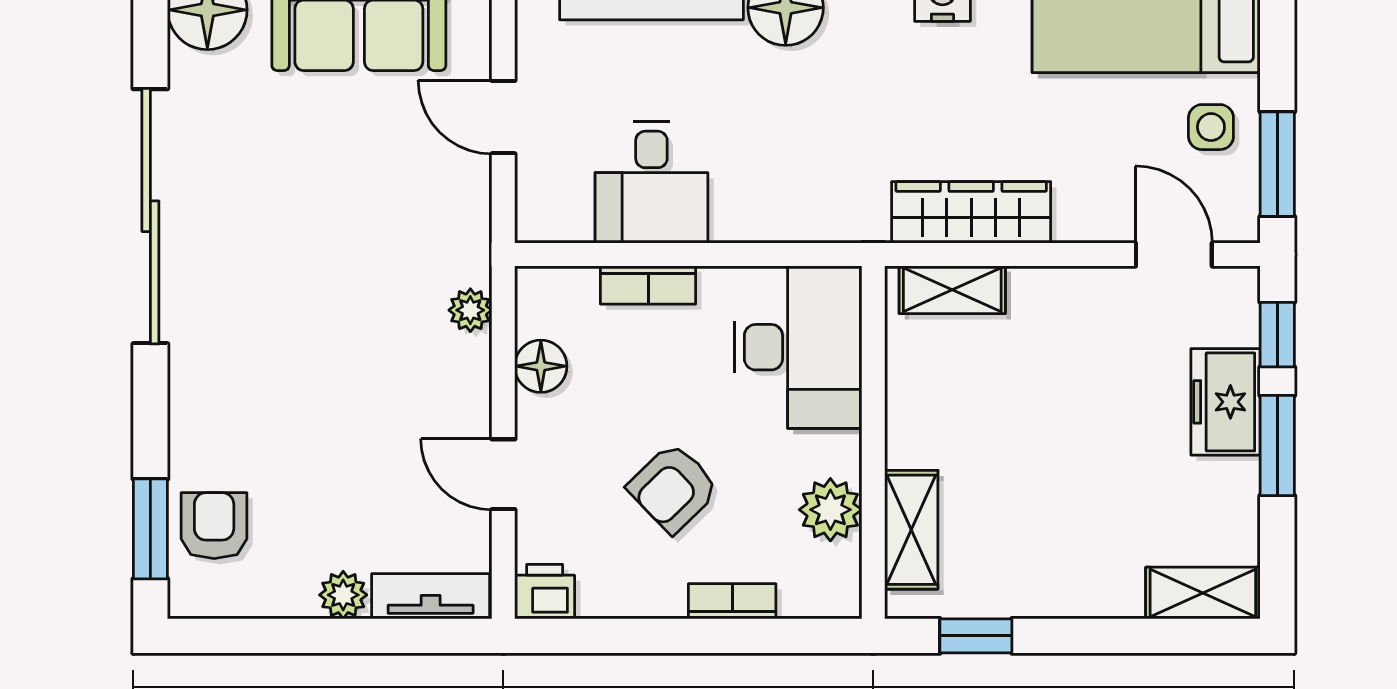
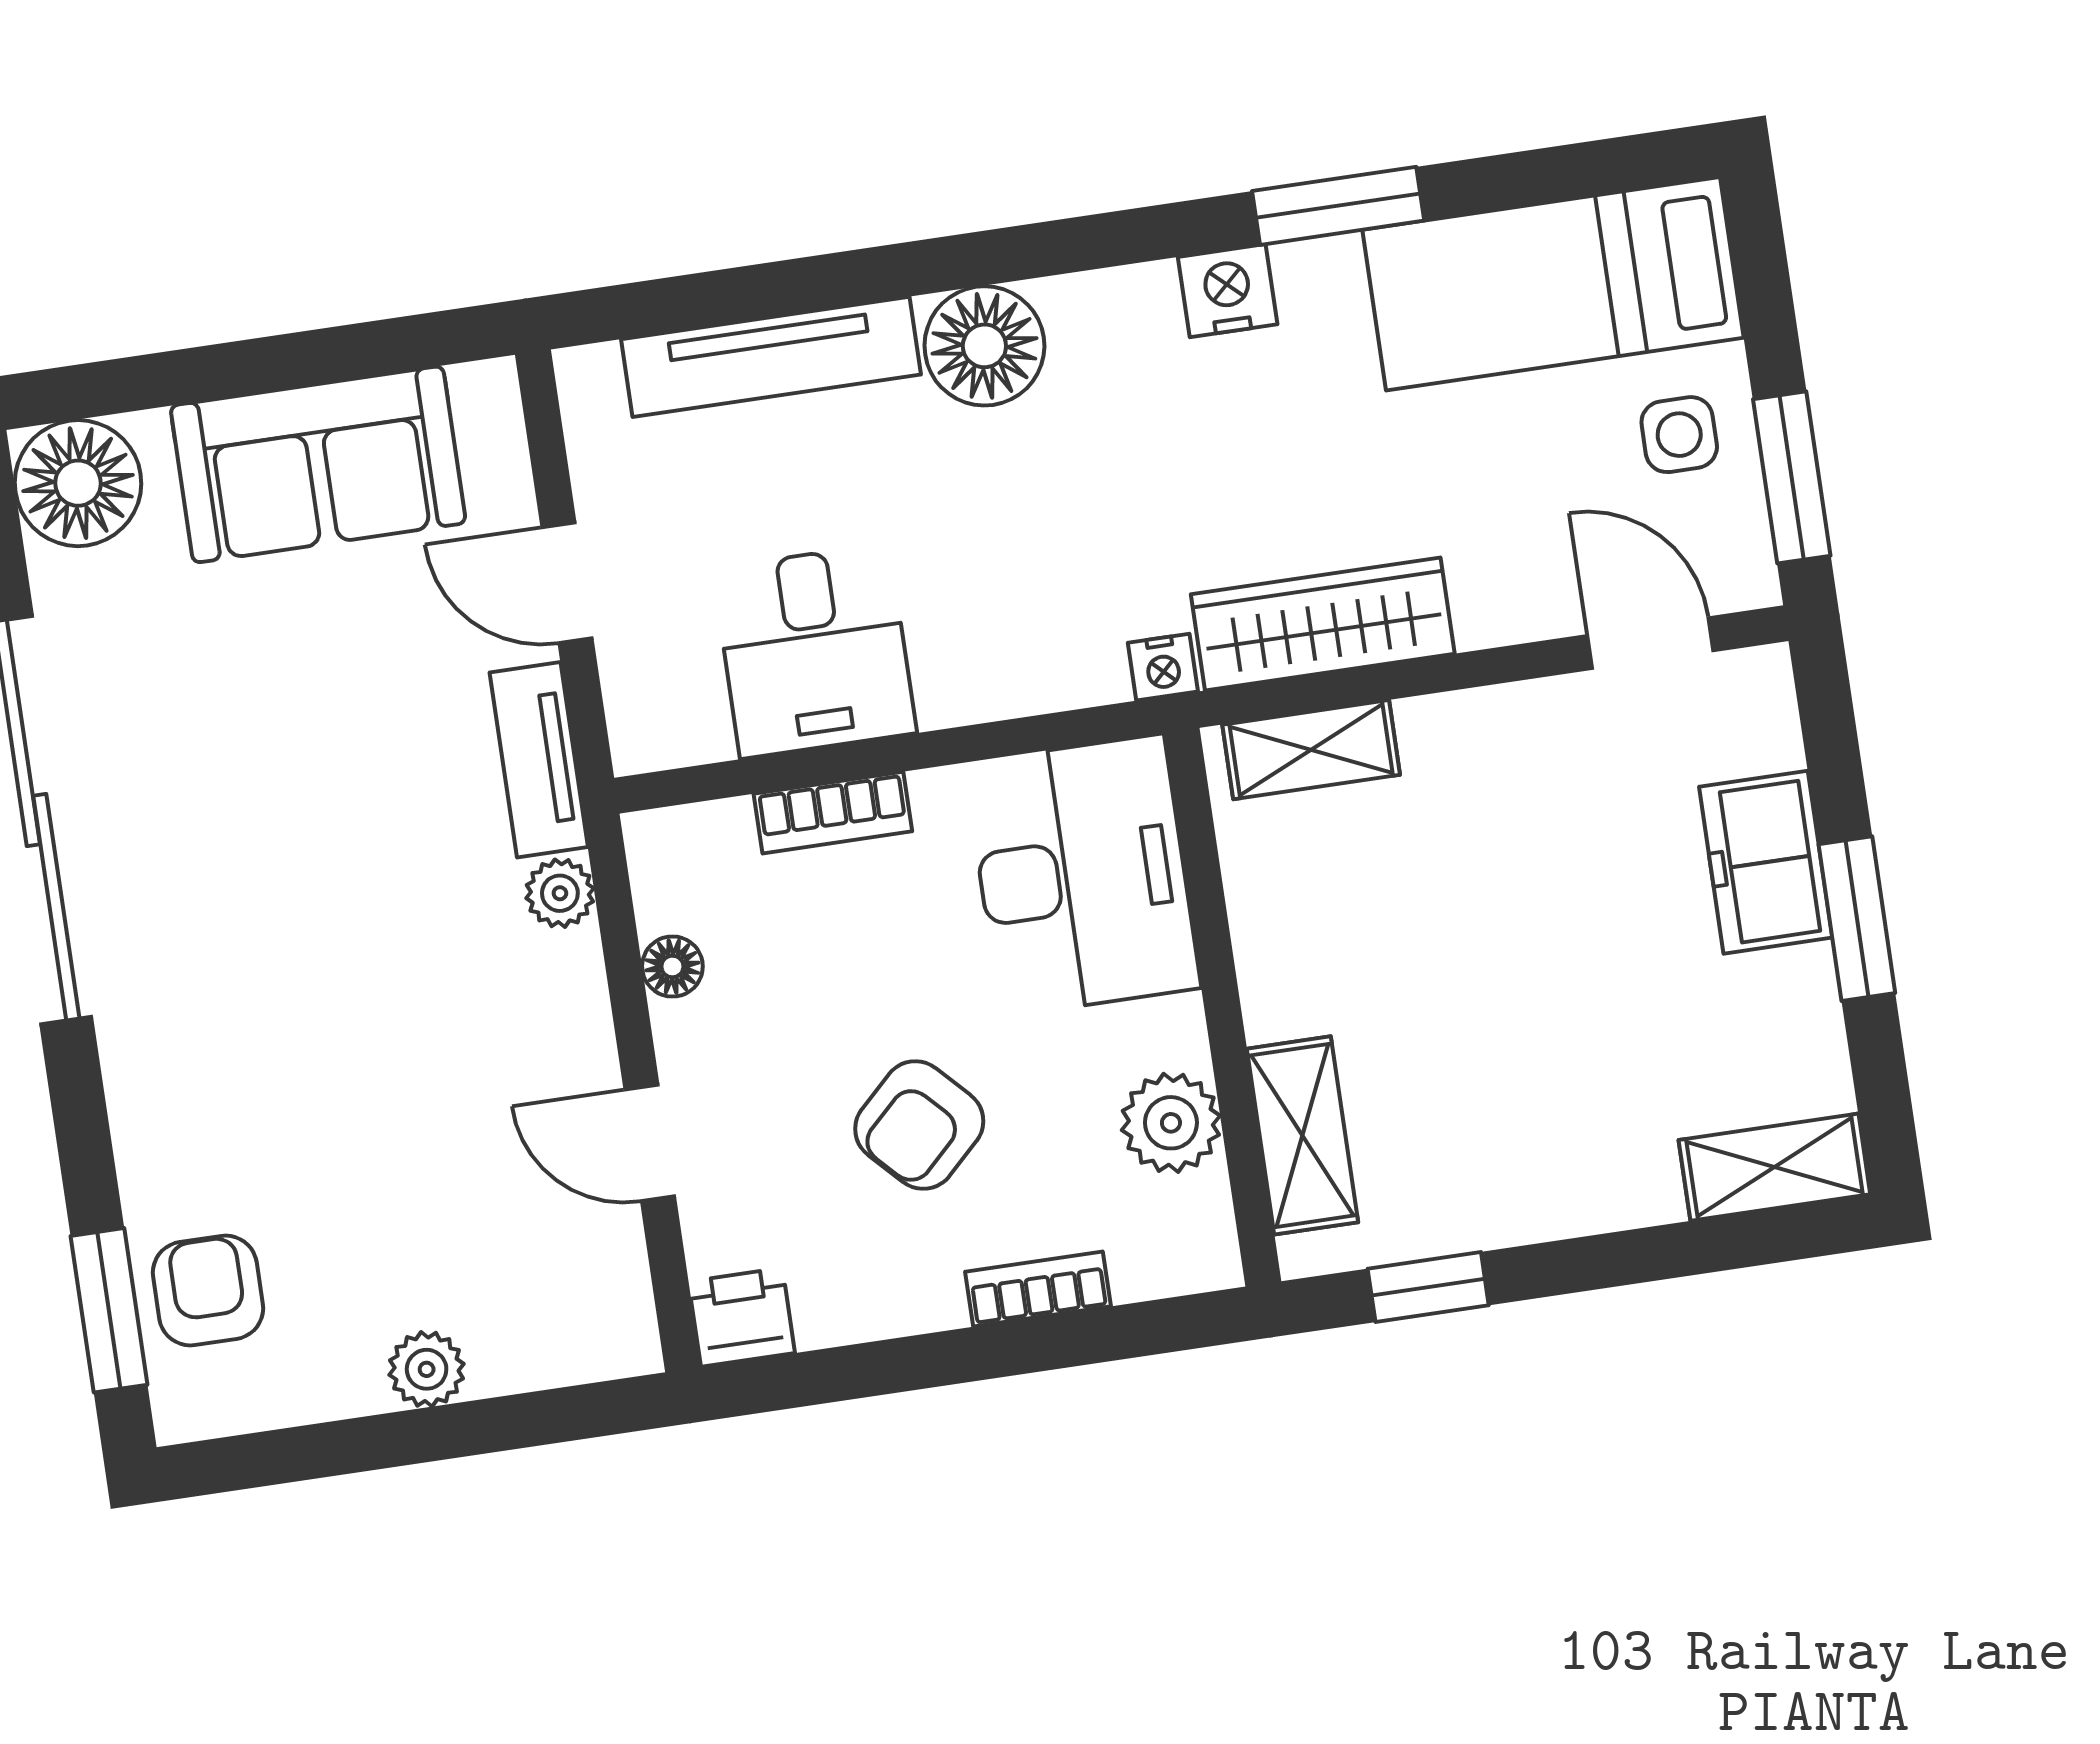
nightstand: (867, 225) -> (1163, 667), added
window: (1277, 335) -> (1831, 745), removed
floor lamp: (541, 366) -> (672, 966), width x0.73, depth x0.73
tv unit: (431, 596) -> (539, 760), moved, turned -90

